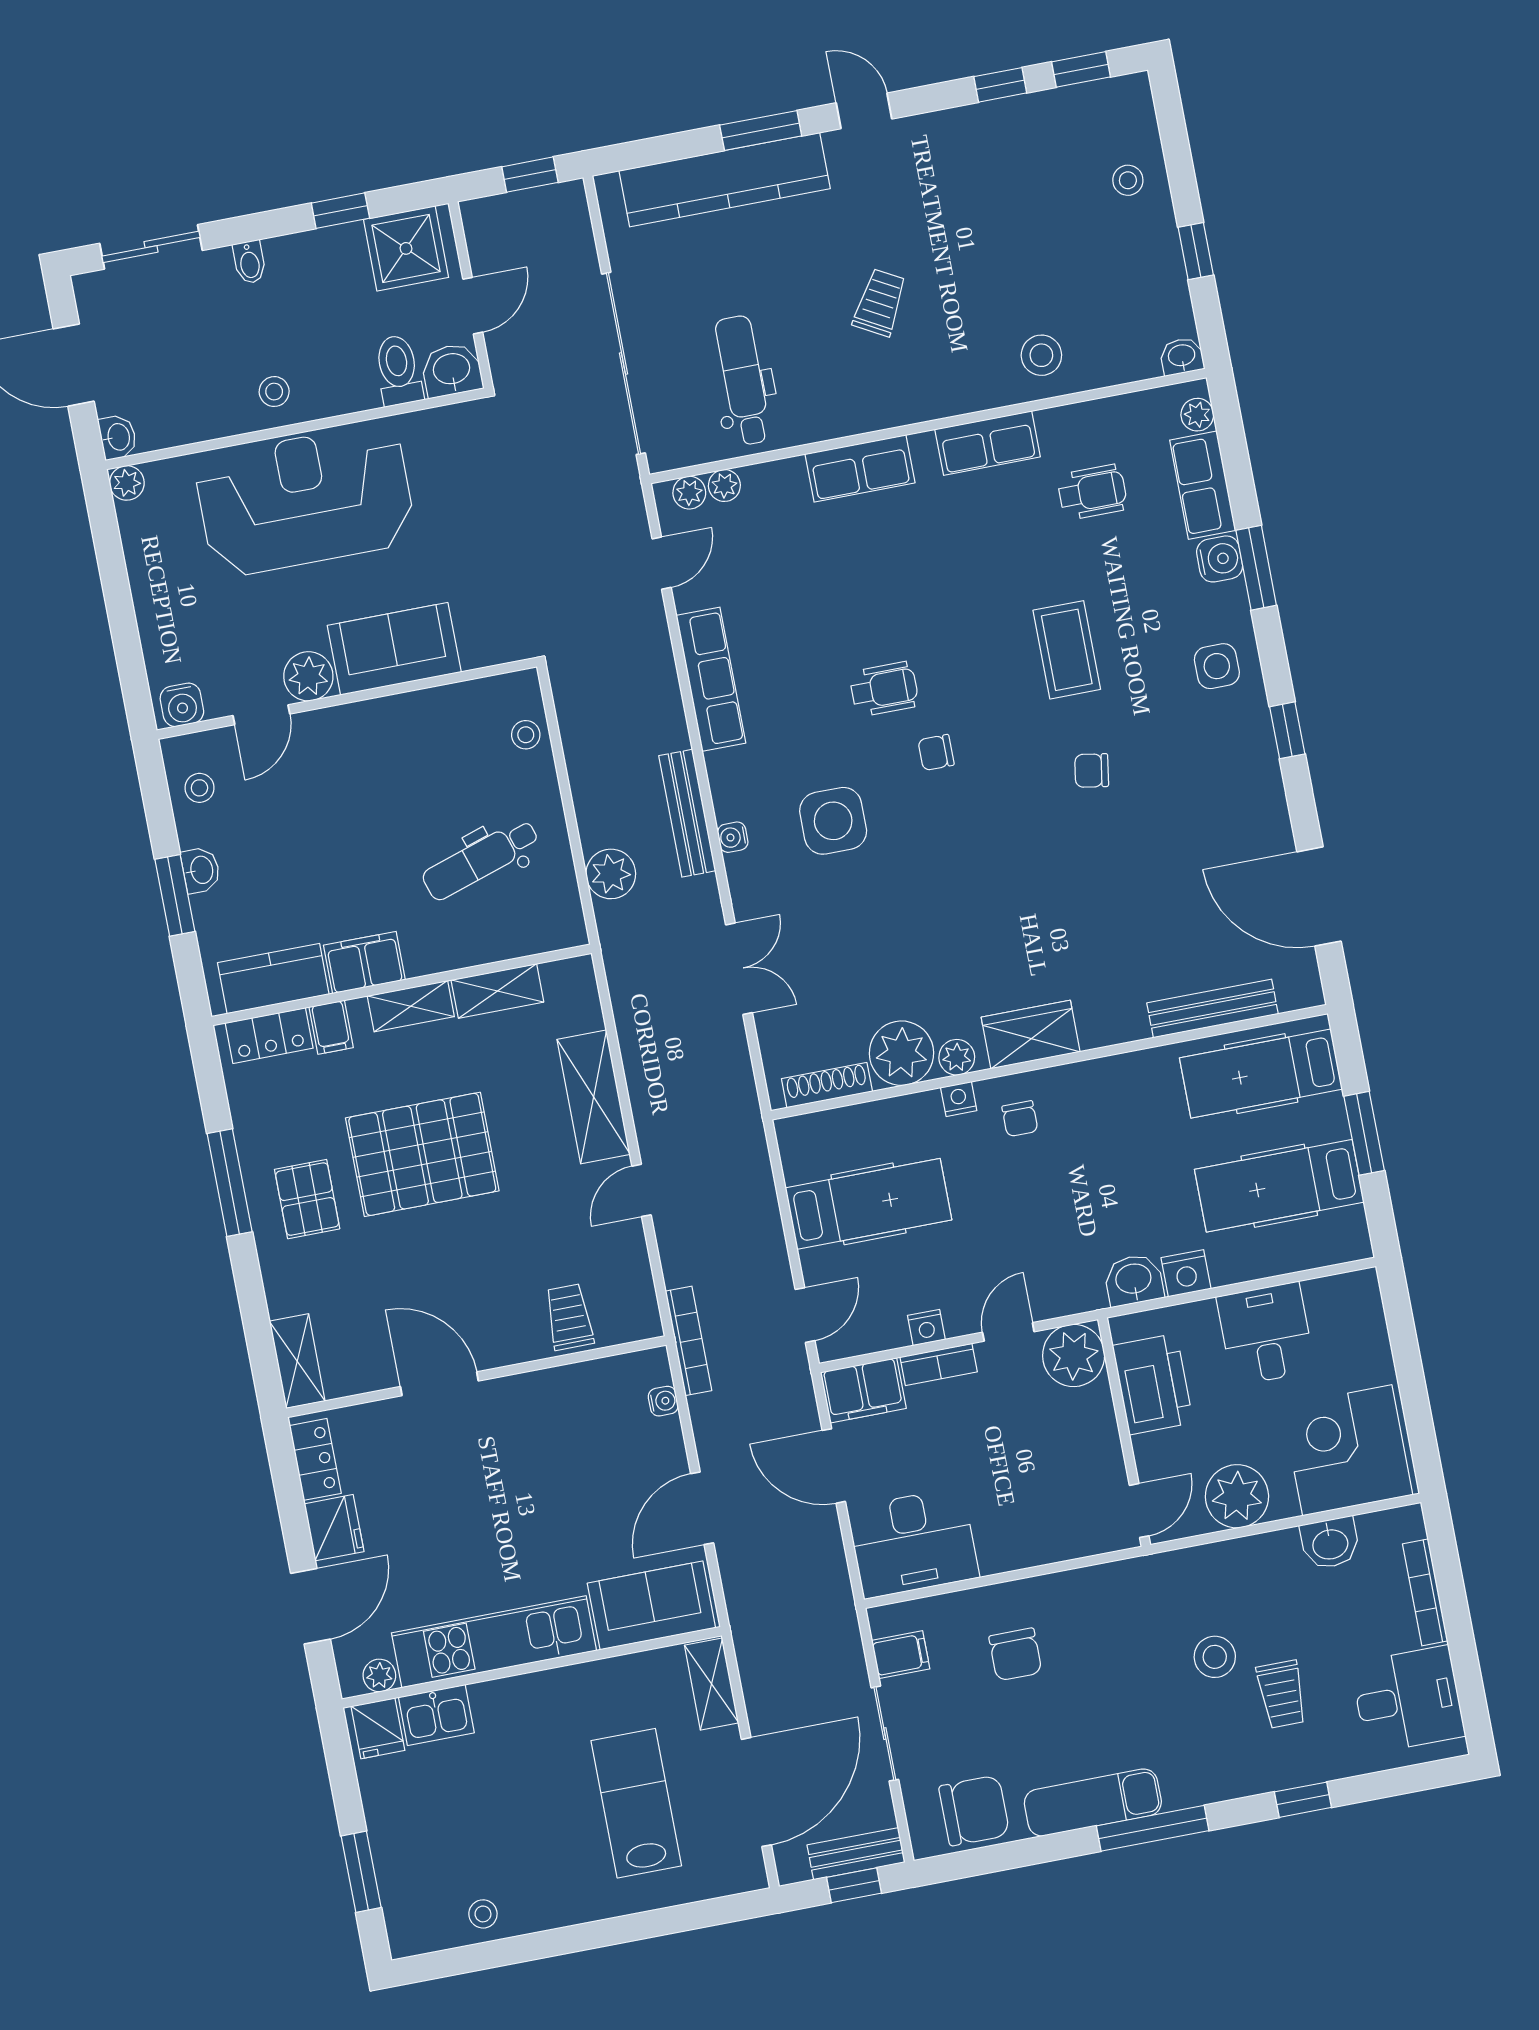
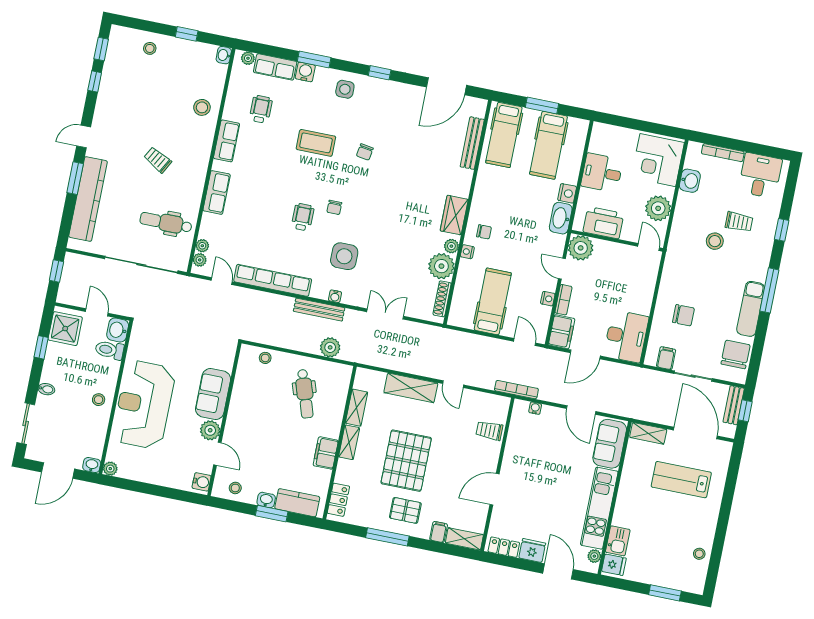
row of seats: (711, 679) -> (273, 280), width x1.36
kitchen counter: (273, 979) -> (297, 503), moved, turned 90
filing cabinet: (331, 1027) -> (439, 532), moved, turned -90
washbasin: (1134, 1280) -> (561, 218), width x1.38

